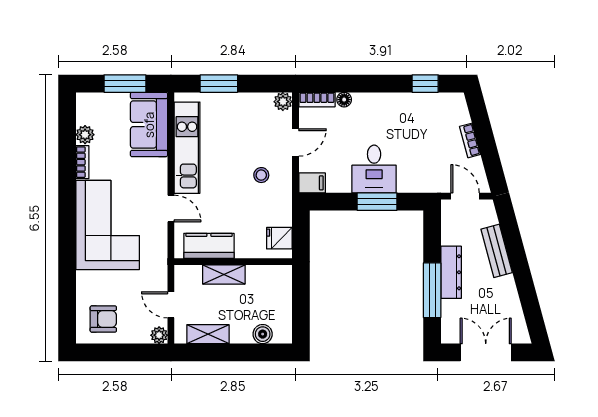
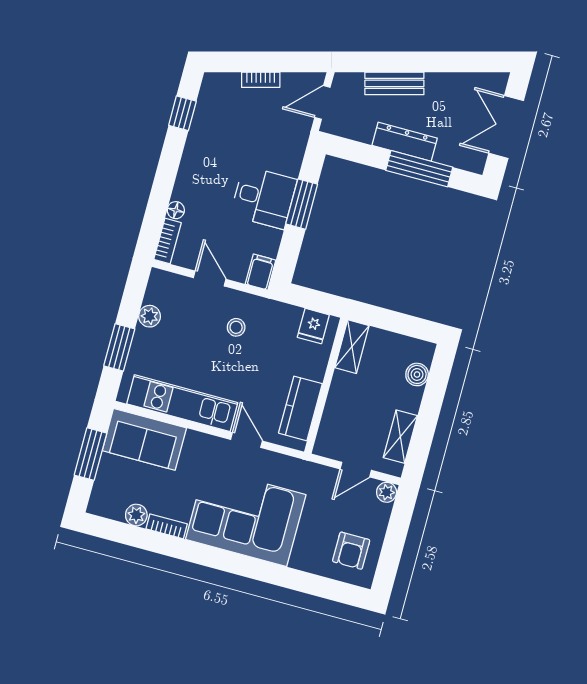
plant: (283, 102) -> (150, 316), moved
door: (171, 209) -> (246, 440), hinge flipped
shelving: (224, 274) -> (352, 347), moved
armchair: (103, 319) -> (351, 551), turned 180

